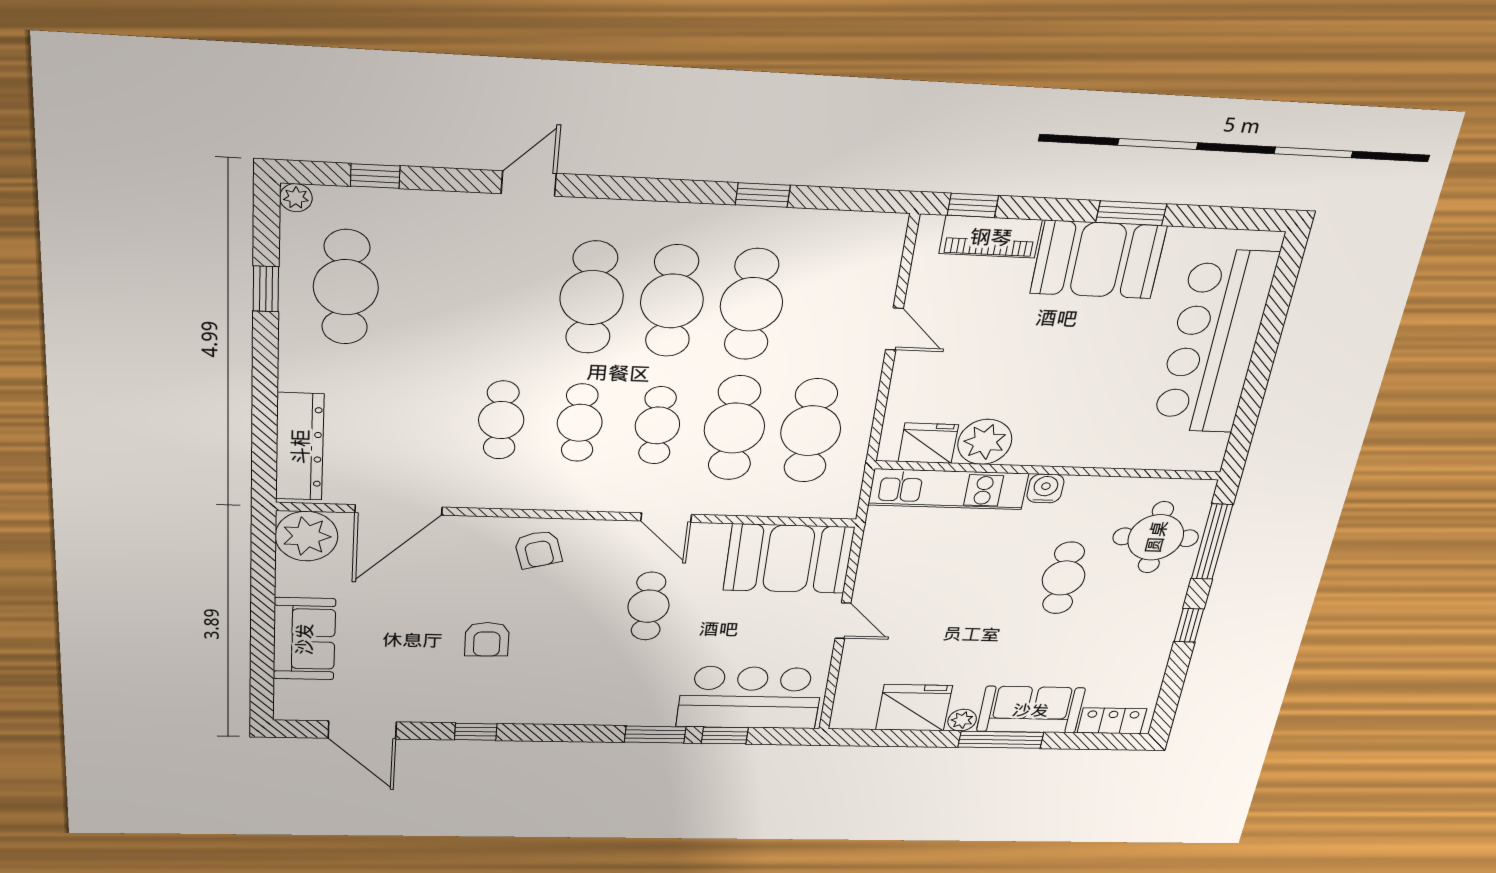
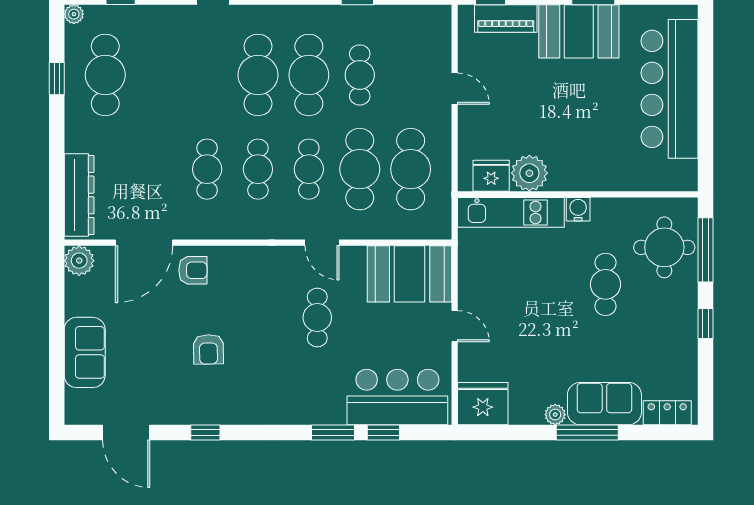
cafe table: (751, 304) -> (360, 75), width x0.73, depth x0.74
plant: (306, 536) -> (79, 261), width x0.73, depth x0.73
armchair: (538, 549) -> (193, 270), moved, turned -74
fridge: (914, 708) -> (483, 404), moved

